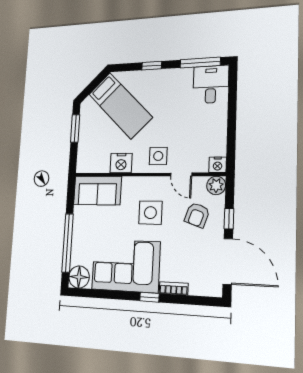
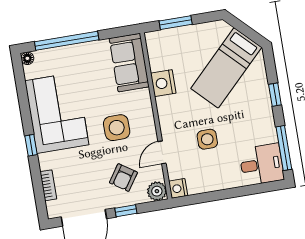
window: (75, 128) -> (176, 23), moved
side table: (158, 156) -> (207, 139), moved
armchair: (197, 215) -> (123, 178), turned -75
floor lamp: (79, 277) -> (27, 58), width x0.53, depth x0.53
bookcase: (174, 288) -> (48, 185), moved

